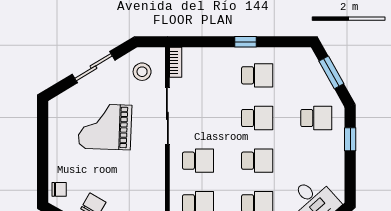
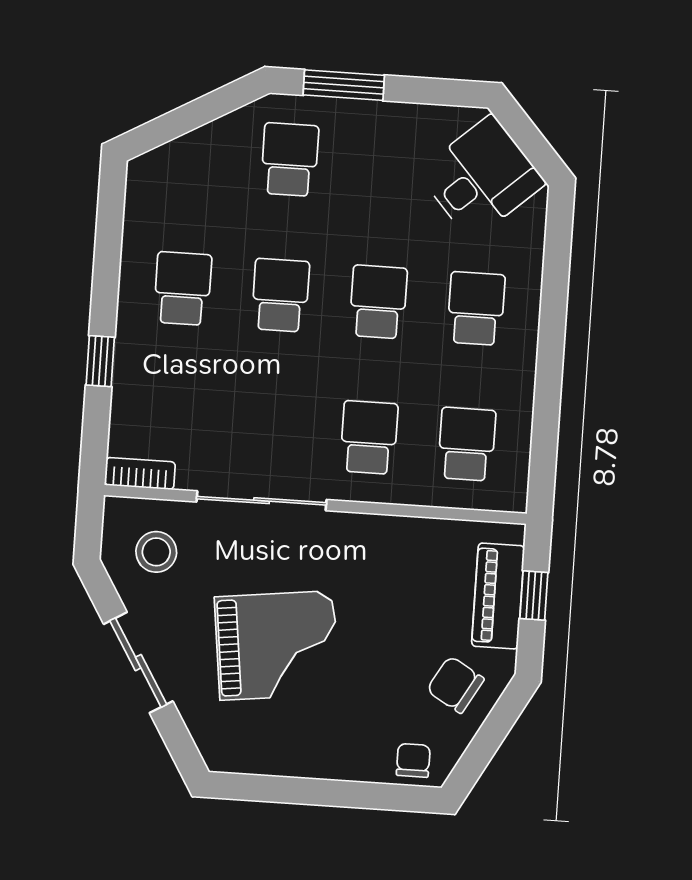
window: (246, 42) -> (100, 361), moved
window: (331, 72) -> (187, 118), removed
grand piano: (105, 127) -> (277, 645), turned -99
window: (350, 139) -> (344, 85), width x1.50

